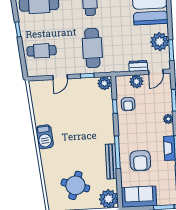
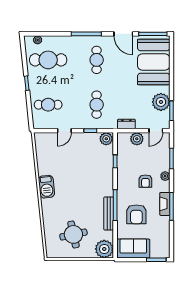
cafe table: (92, 48) -> (97, 105), width x0.73, depth x0.74
dresser: (138, 66) -> (126, 124), moved
armchair: (128, 104) -> (145, 181), moved
round table: (75, 185) -> (73, 234), turned -30

